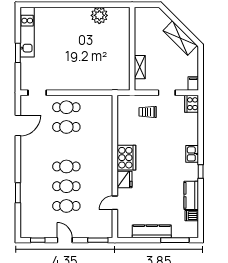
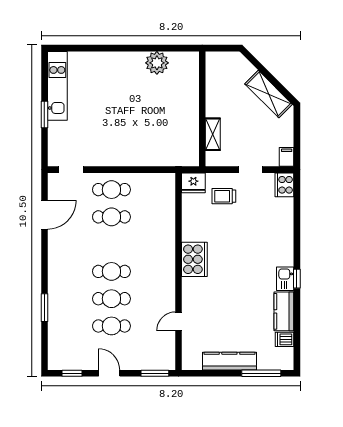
kitchen sink: (192, 154) -> (285, 279), moved
fridge: (125, 180) -> (193, 183), moved, turned 90

